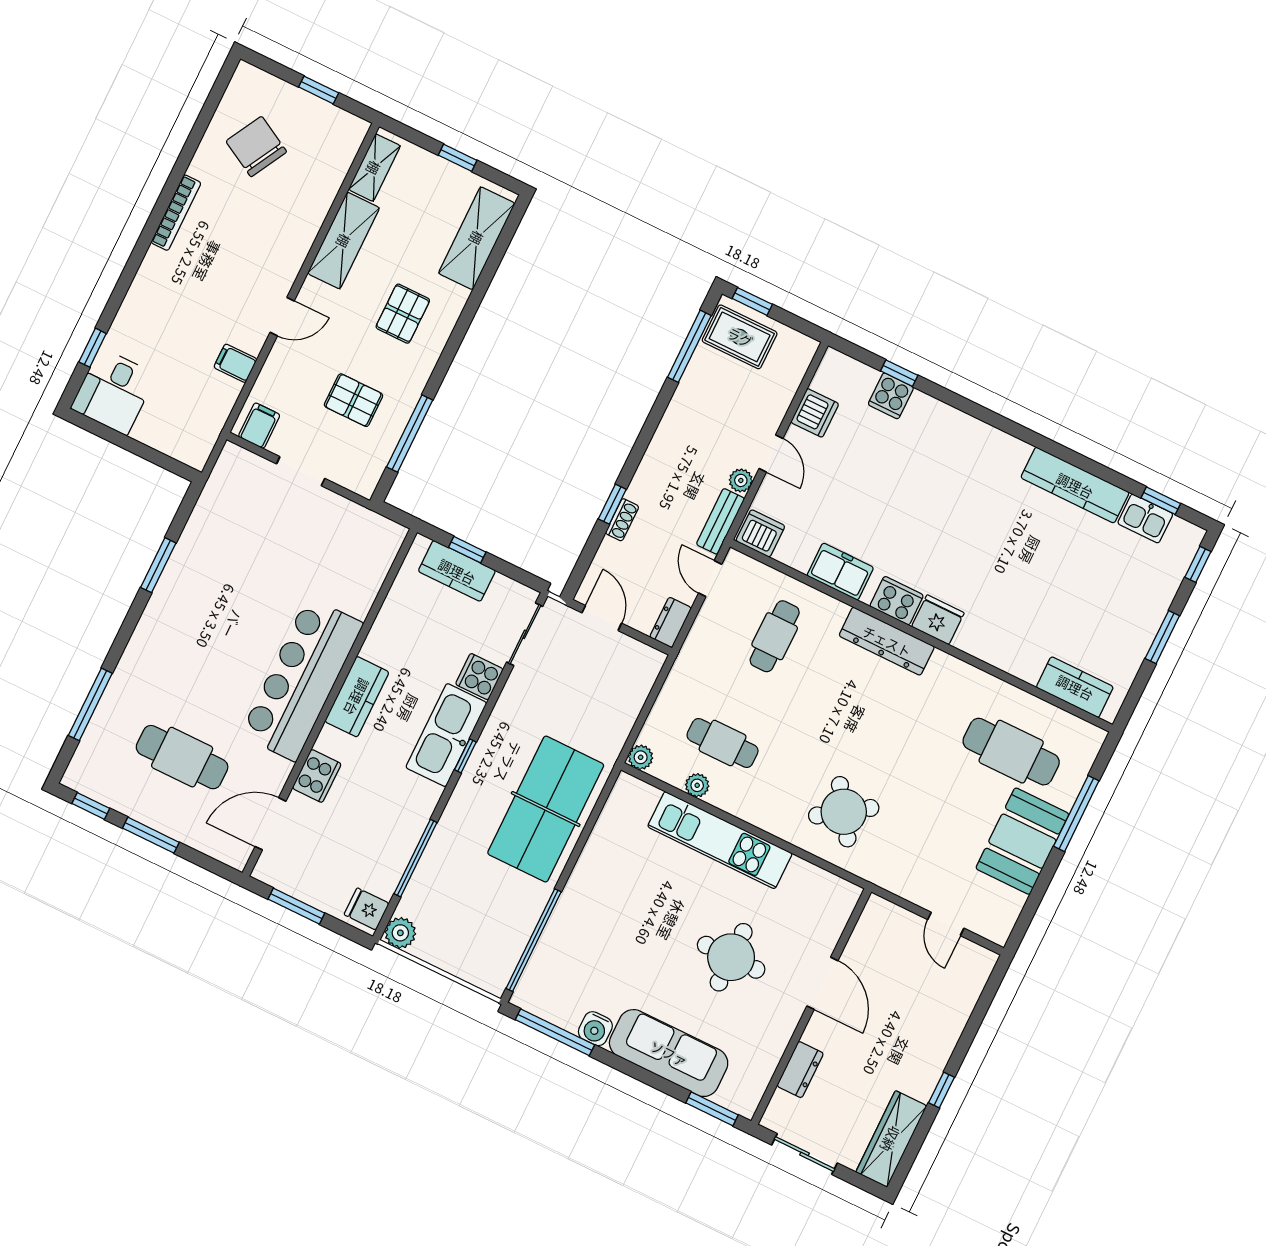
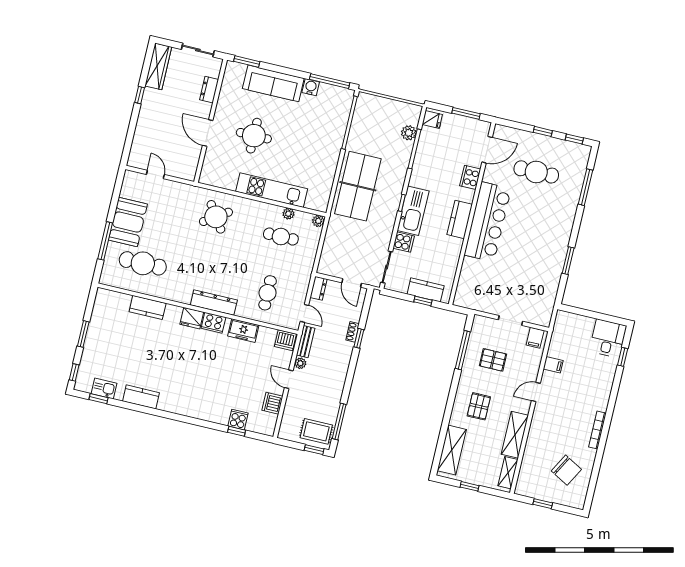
kitchen counter: (1075, 485) -> (141, 397), width x0.67
kitchen counter: (1075, 687) -> (148, 307), moved
window: (151, 835) -> (543, 131), width x0.67
plant: (400, 933) -> (409, 133), moved

